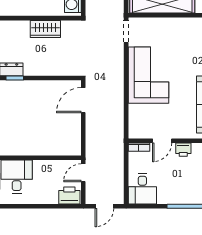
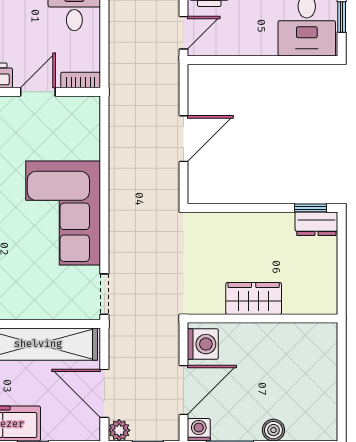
door: (83, 100) -> (183, 139), moved

